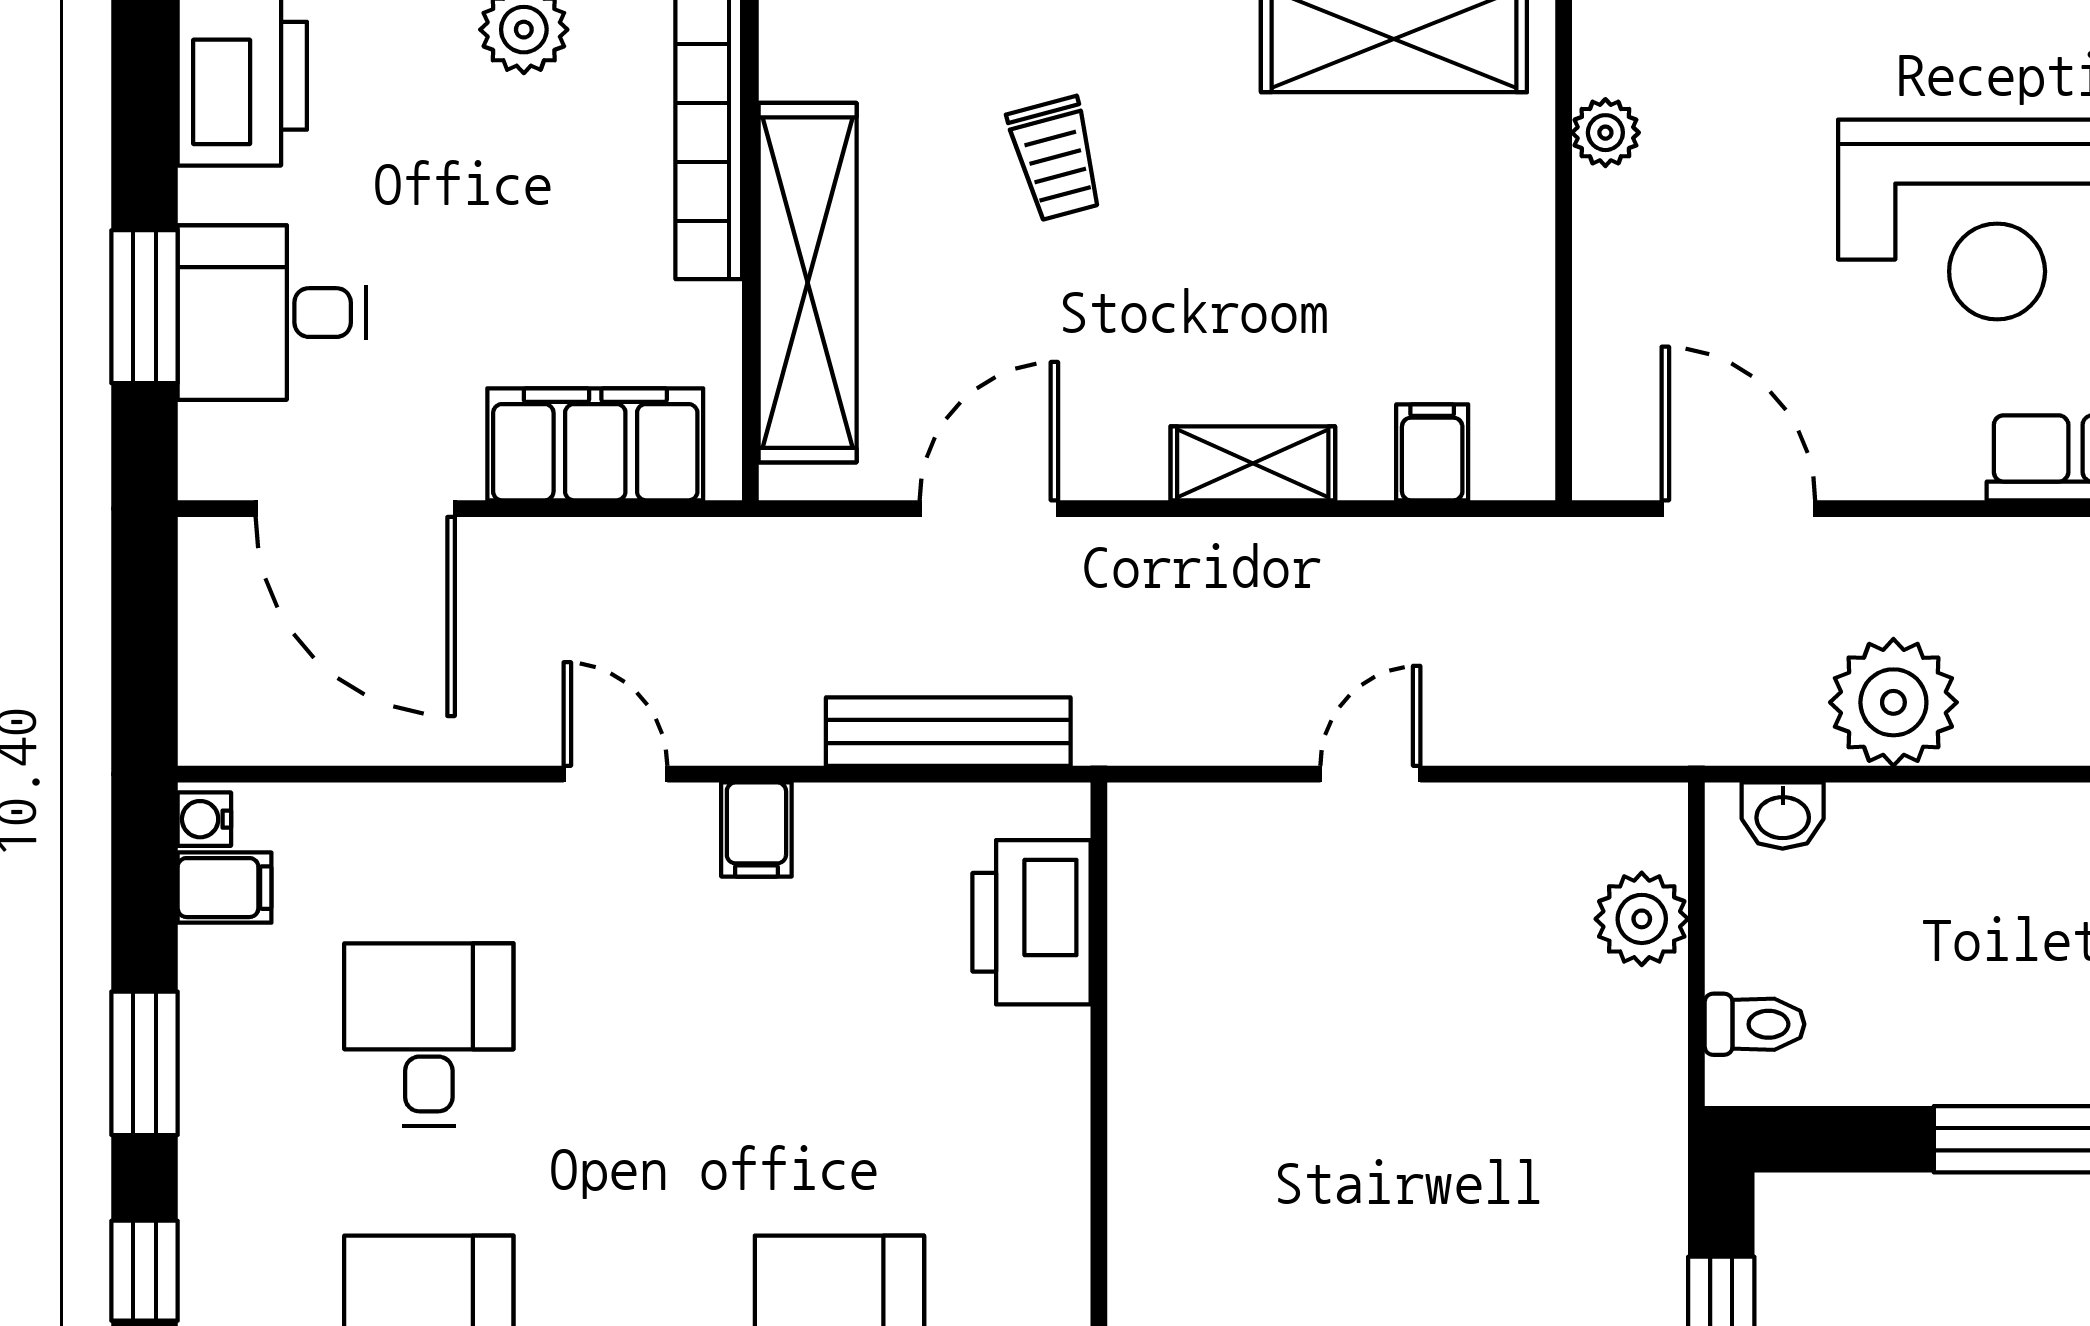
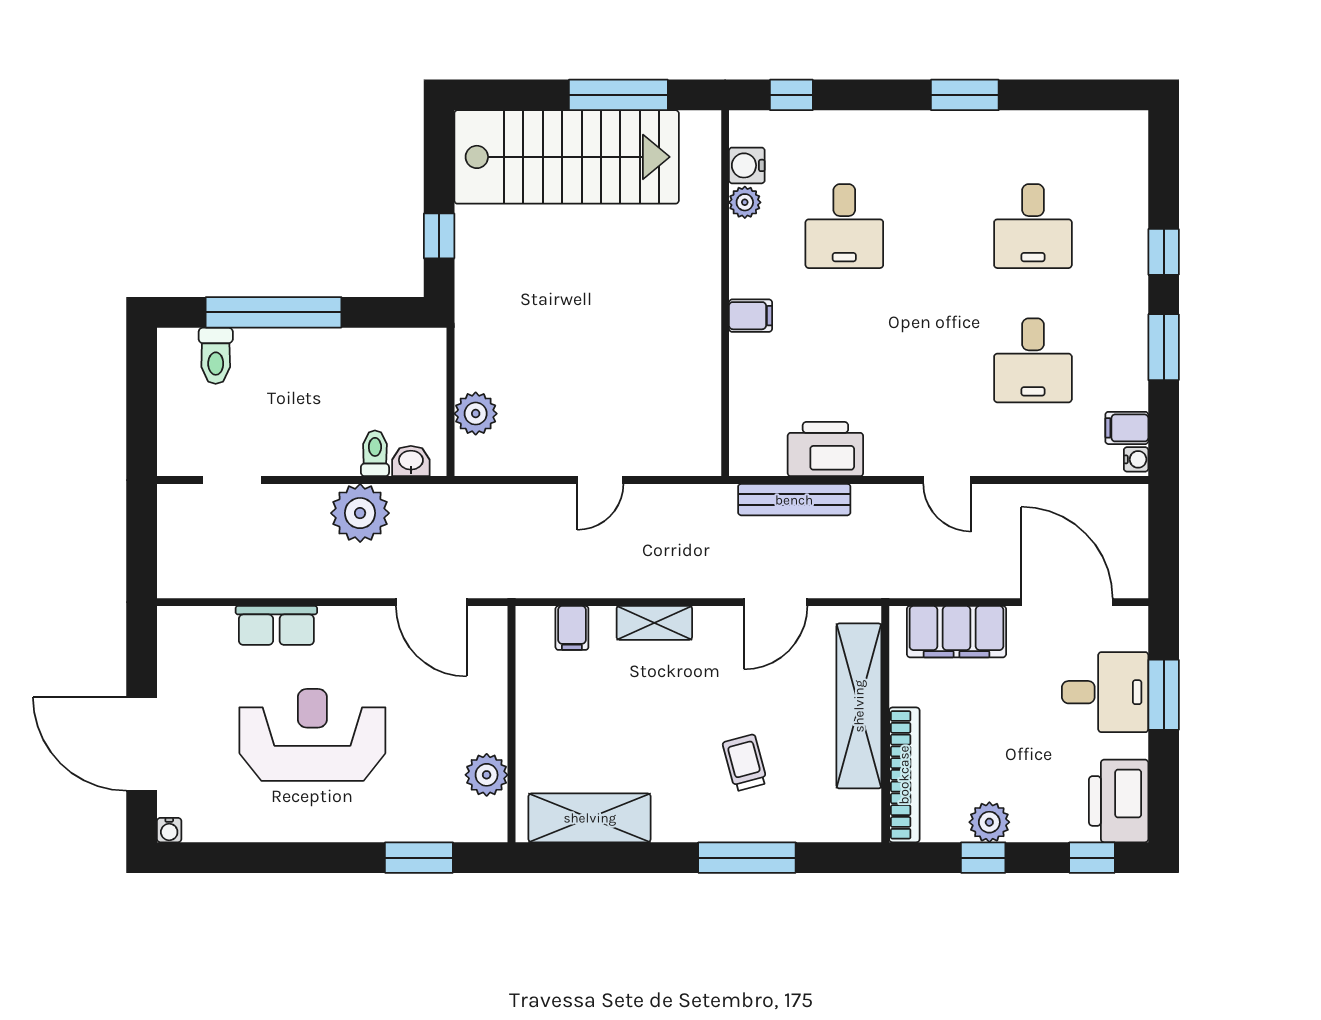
plant: (1605, 133) -> (487, 775), width x1.38, depth x1.38
filing cabinet: (756, 830) -> (751, 316), moved, turned 90
printer: (1032, 922) -> (825, 449), moved, turned -90
toilet: (1754, 1024) -> (375, 453), moved, turned 90

